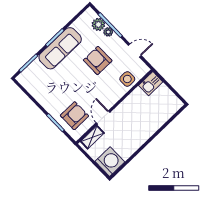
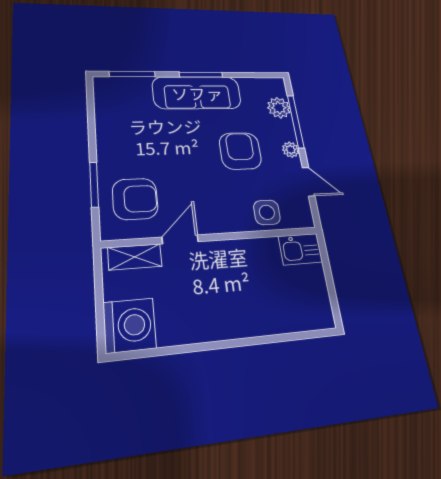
plant: (108, 32) -> (291, 150), moved

